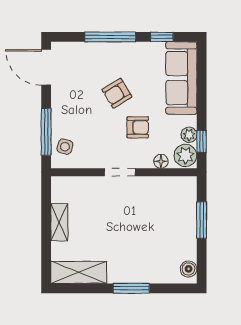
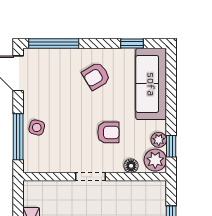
window: (110, 37) -> (54, 43), moved
armchair: (117, 93) -> (96, 76), moved
side table: (65, 147) -> (37, 128), moved

